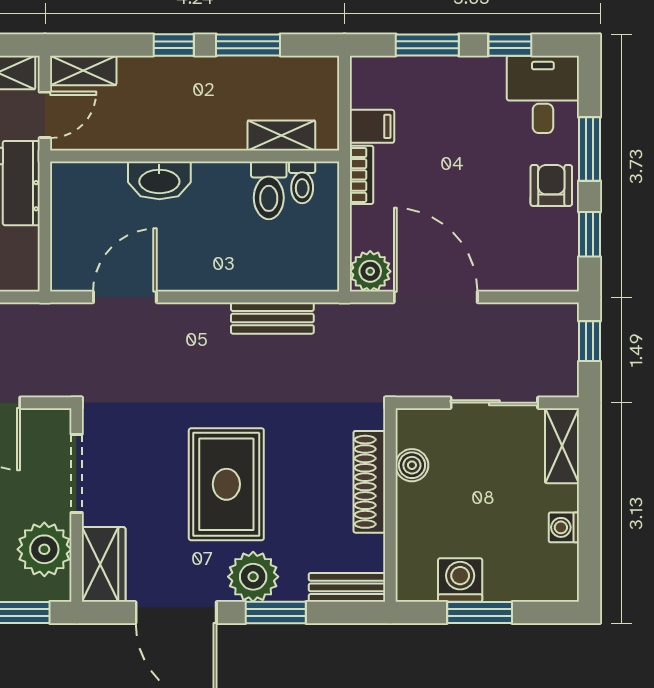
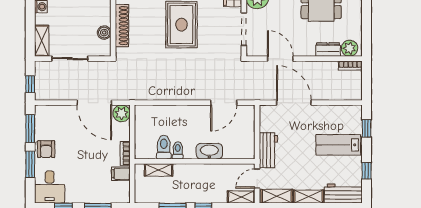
toilet: (302, 182) -> (178, 150), moved
window: (590, 234) -> (30, 129), width x1.50
bench: (272, 318) -> (162, 94), removed

